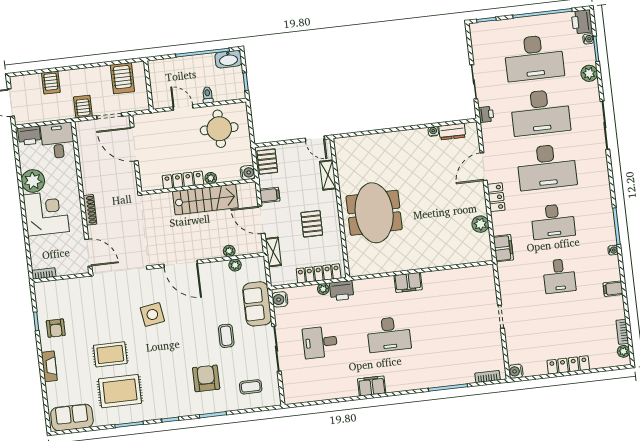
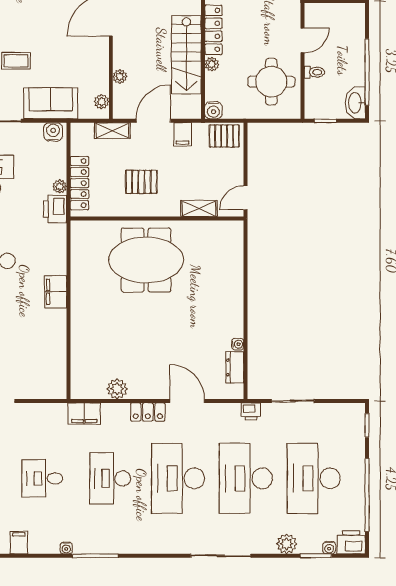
plant: (235, 265) -> (102, 102), moved

